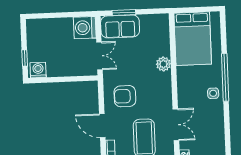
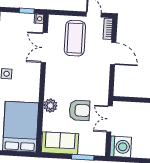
sofa: (120, 26) -> (60, 143), moved
armchair: (125, 96) -> (80, 110), moved

